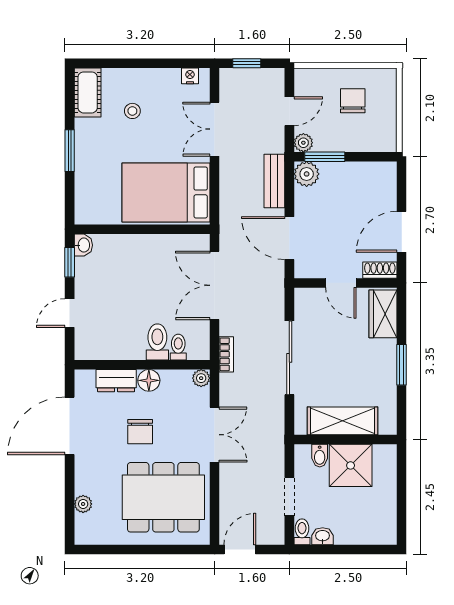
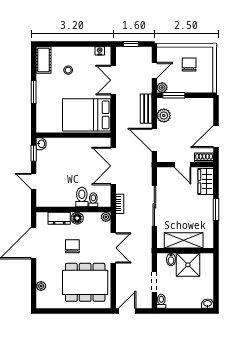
plant: (307, 174) -> (164, 115), moved
door: (70, 313) -> (34, 181), hinge flipped
chair: (140, 432) -> (72, 246), turned 180
washbasin: (323, 536) -> (208, 304), moved

